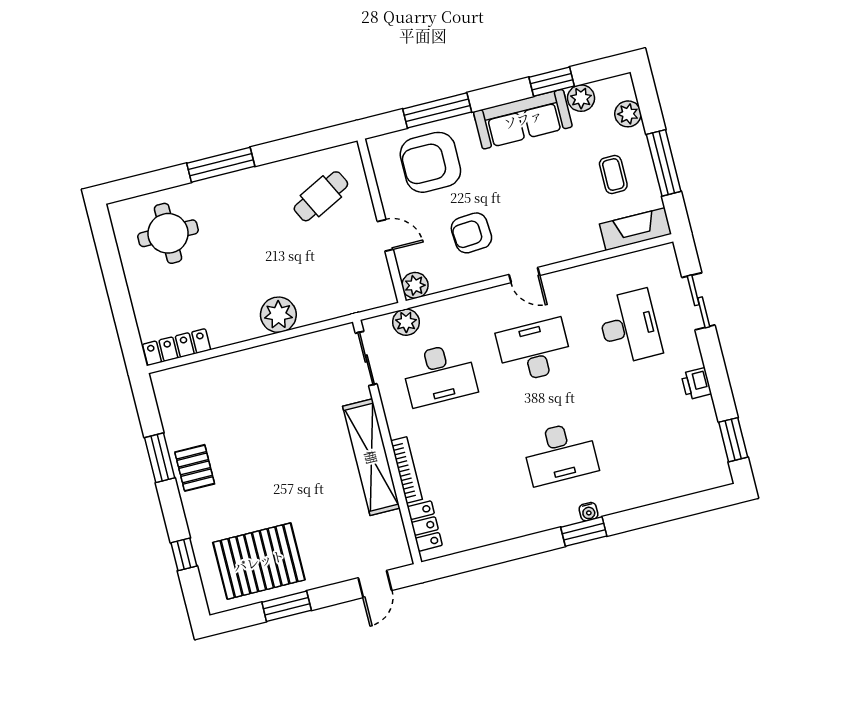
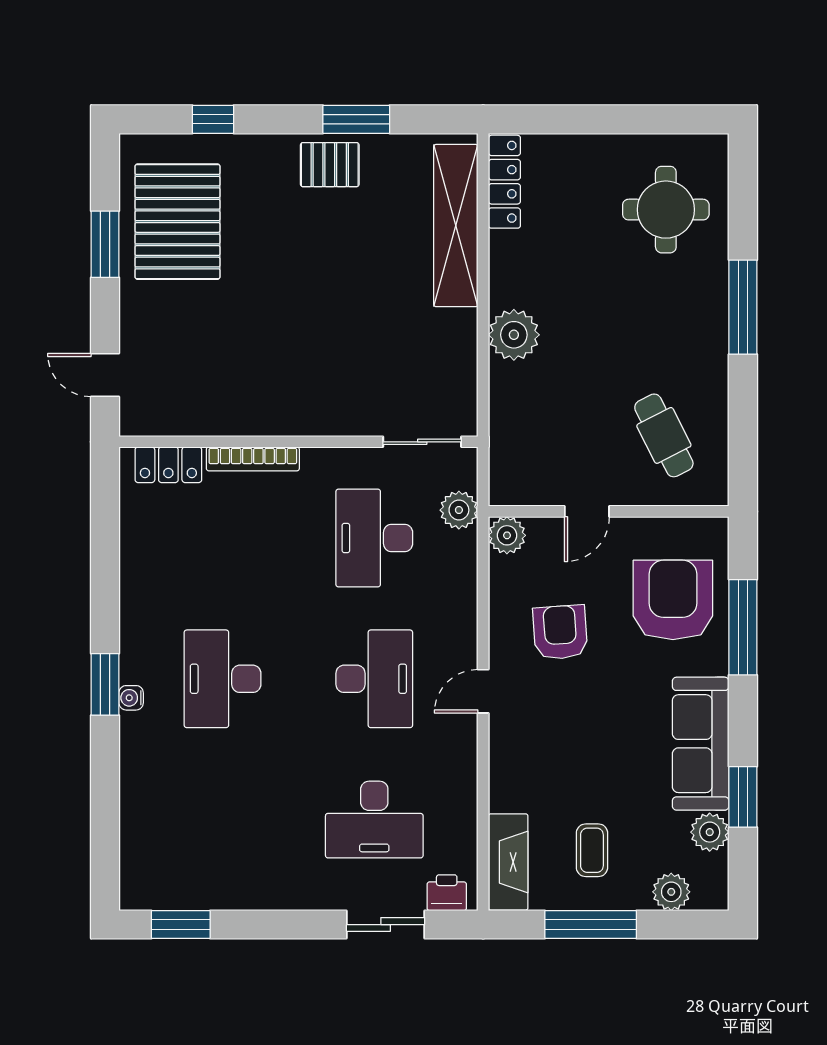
coffee table: (613, 175) -> (592, 850), turned 90
printer: (696, 384) -> (447, 893), moved
shelving: (371, 457) -> (456, 226), moved, turned 90

